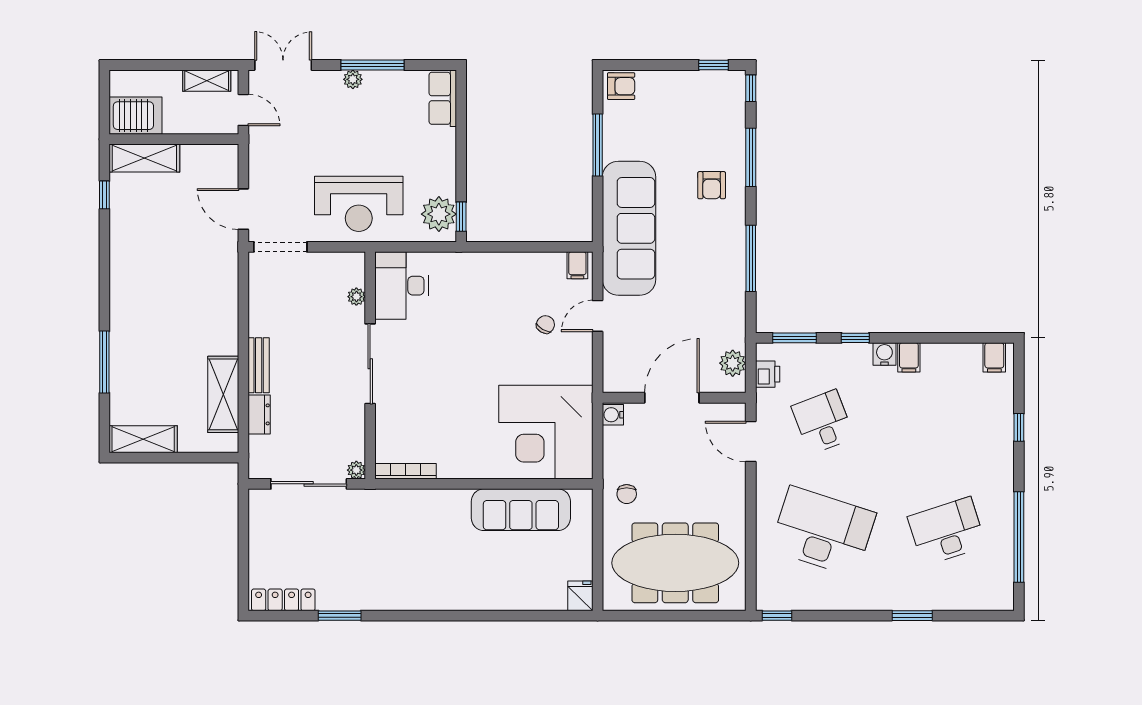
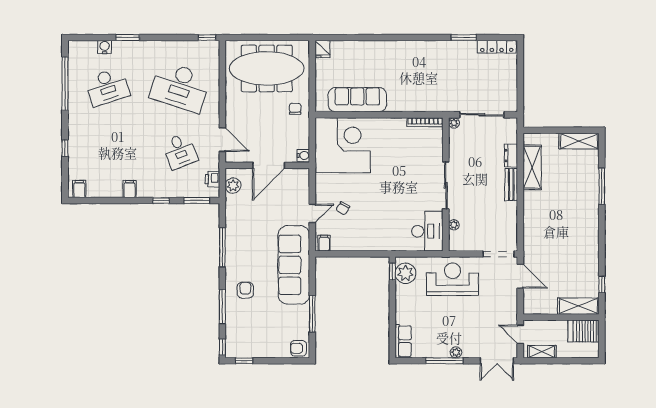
water cooler: (884, 354) -> (105, 47), moved, turned 180

